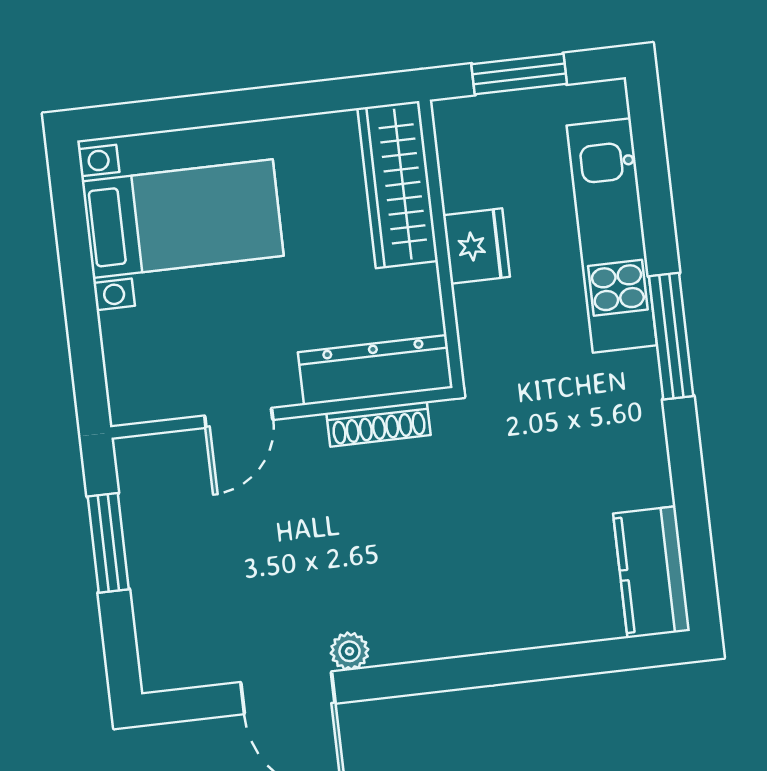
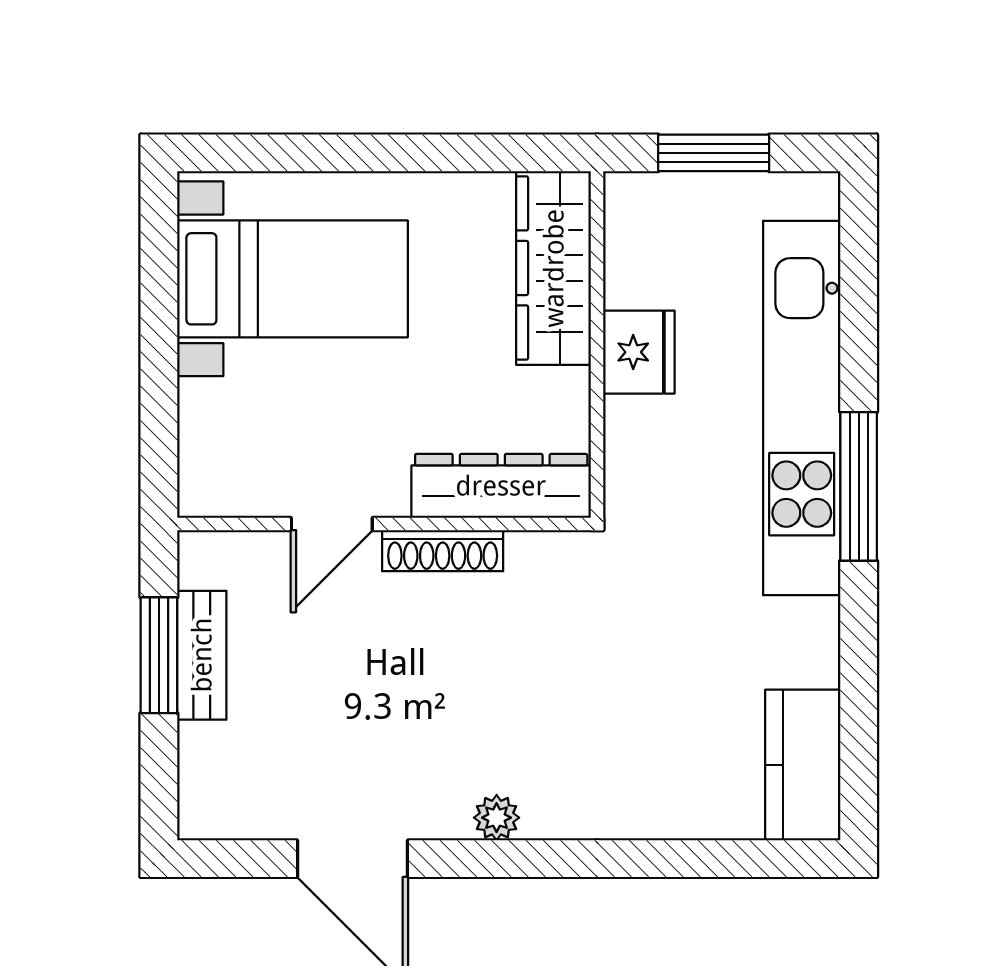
kitchen unit: (612, 235) -> (802, 408), width x1.36
shoe rack: (379, 424) -> (443, 551), moved
bench: (144, 539) -> (202, 655), added
plant: (350, 651) -> (497, 818), moved

